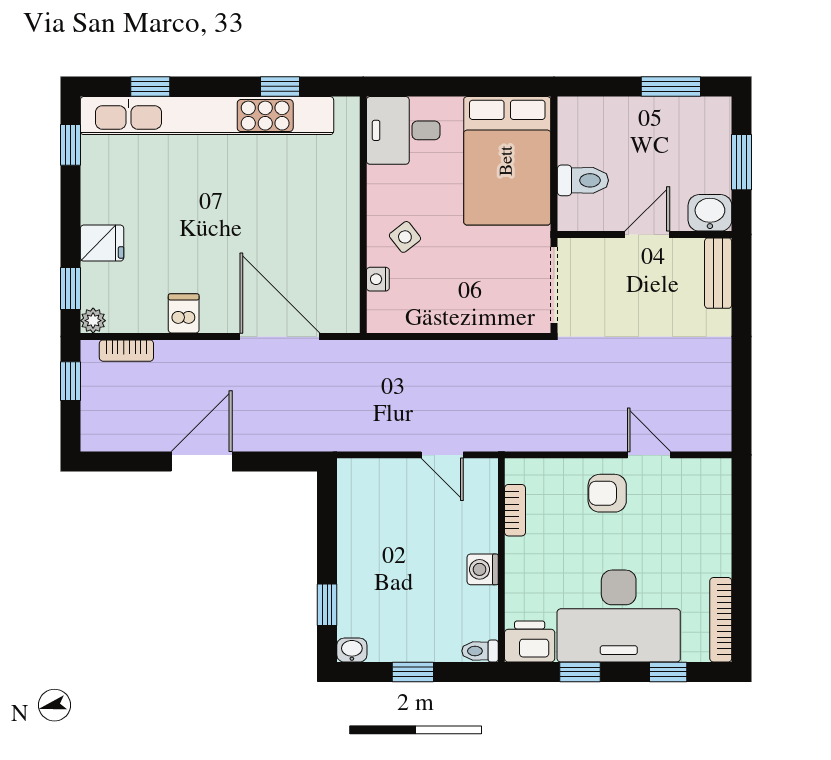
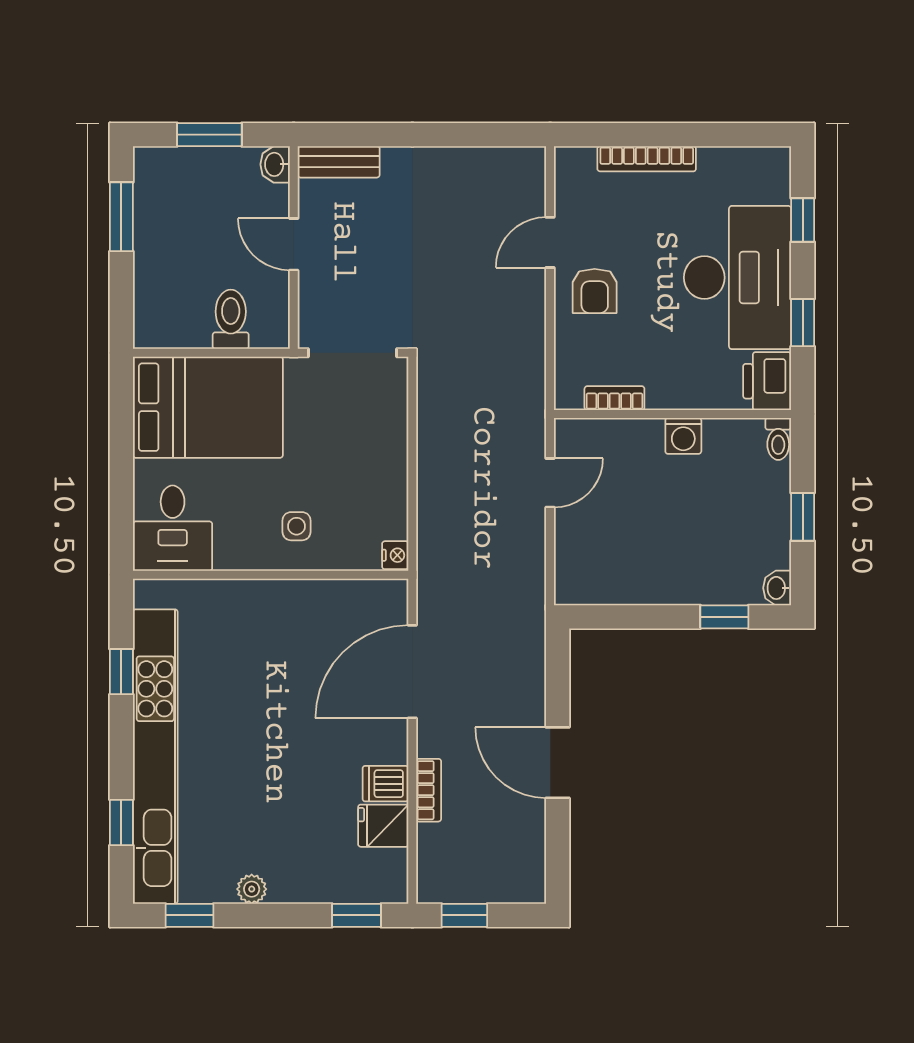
washbasin: (710, 213) -> (275, 164), width x0.72, depth x0.69
side table: (405, 237) -> (297, 526), turned 38
fridge: (102, 243) -> (383, 826), moved, turned -90
nightstand: (378, 279) -> (395, 555), moved, turned -90
plant: (93, 321) -> (252, 889), moved
bookcase: (126, 351) -> (429, 790), moved
bookcase: (721, 620) -> (647, 159), moved

